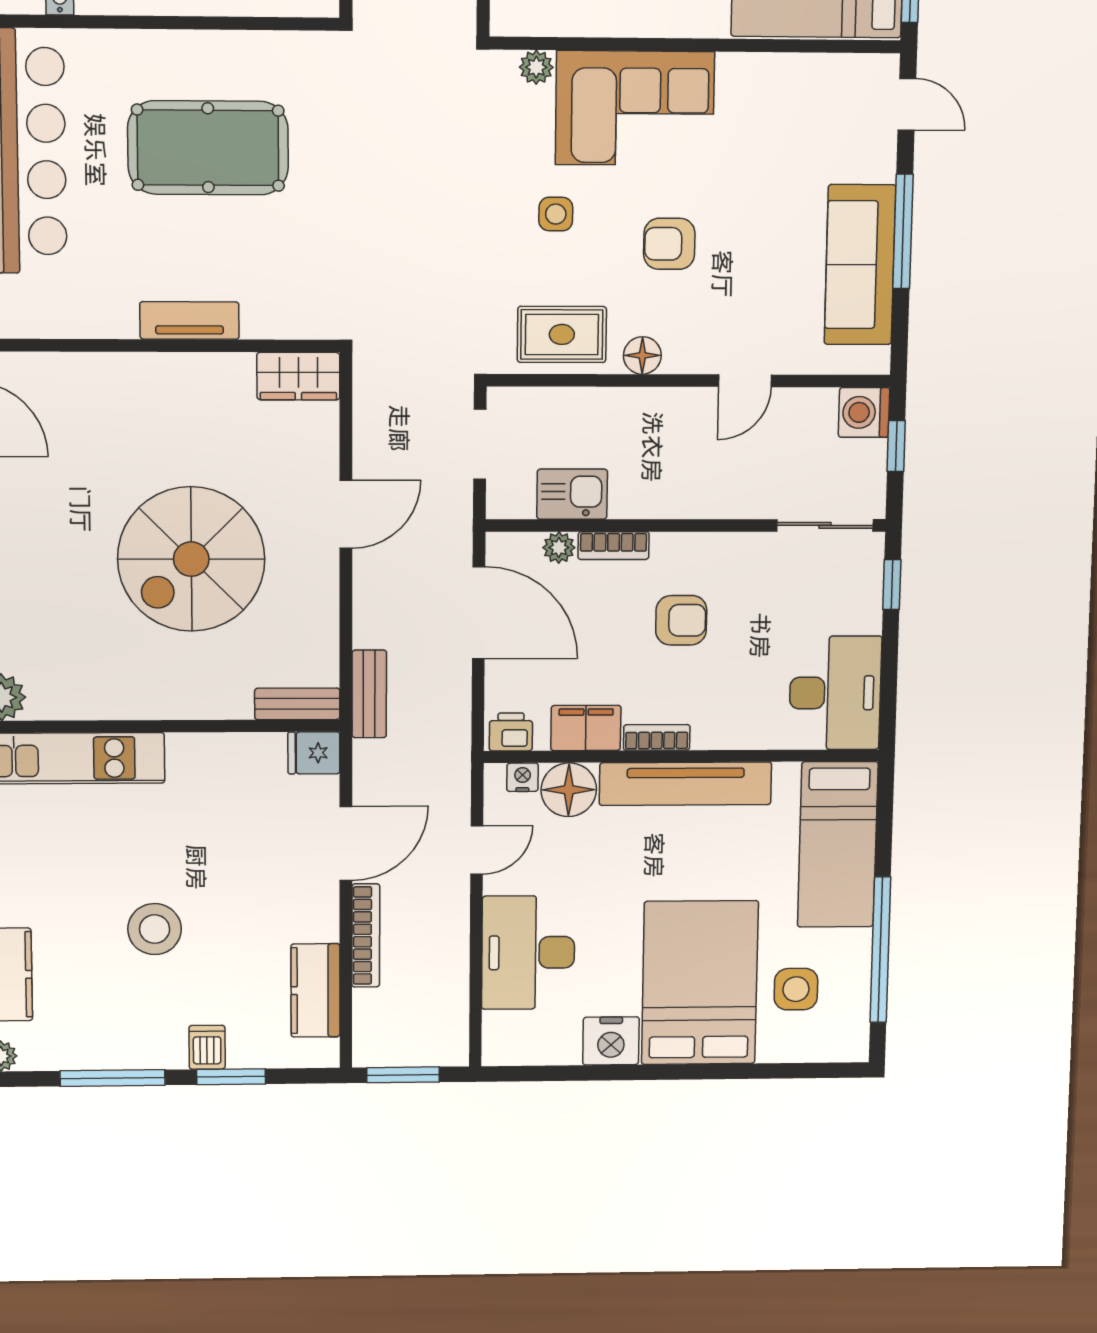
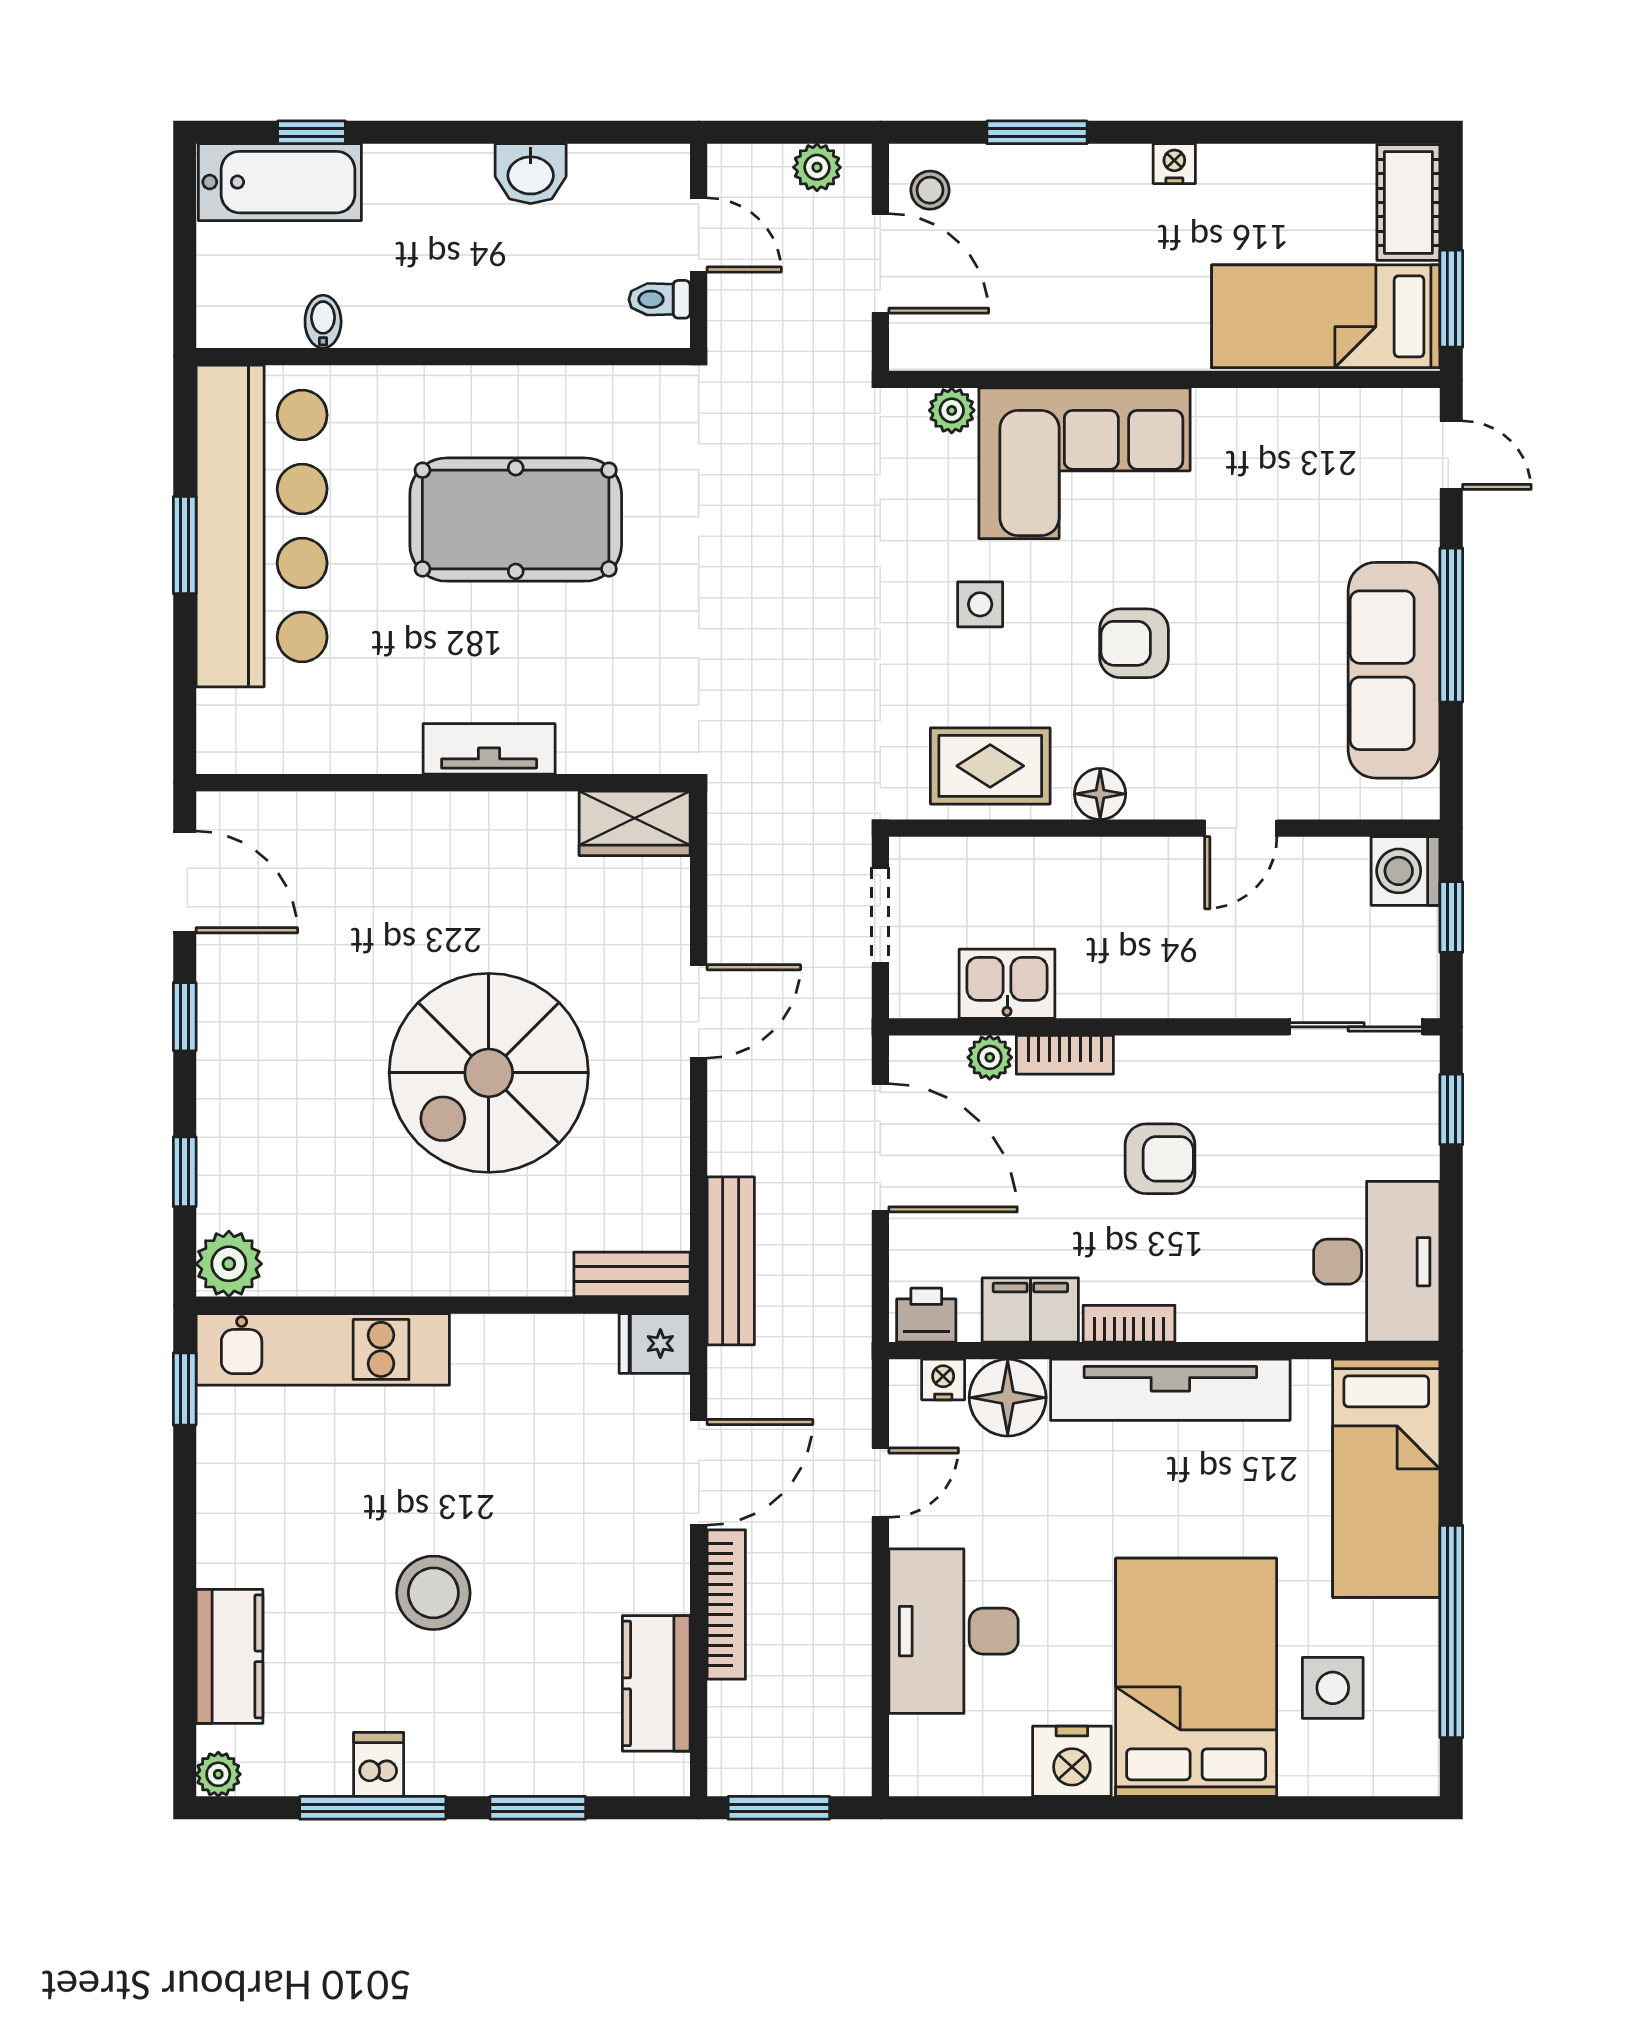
bench: (369, 694) -> (731, 1261), width x1.36
dishwasher: (207, 1047) -> (379, 1764), moved

